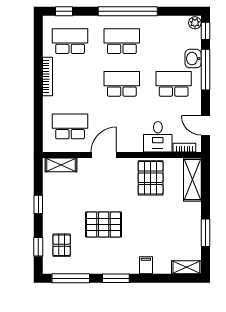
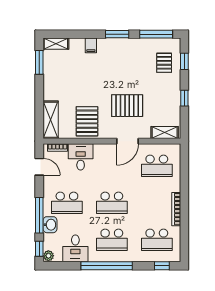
desk: (164, 31) -> (75, 248), added
pallet: (104, 225) -> (127, 106), moved
window: (205, 233) -> (39, 62), moved

